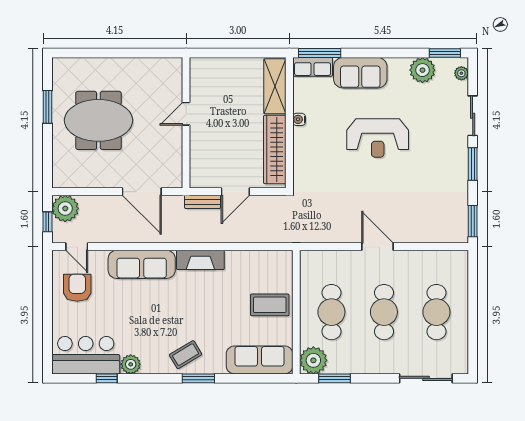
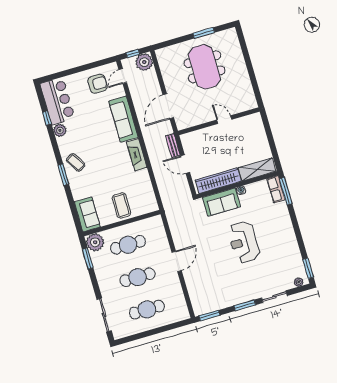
plant: (422, 70) -> (294, 258), removed
sofa: (360, 73) -> (222, 202), moved, turned -90
sofa: (260, 360) -> (87, 214), width x0.73

